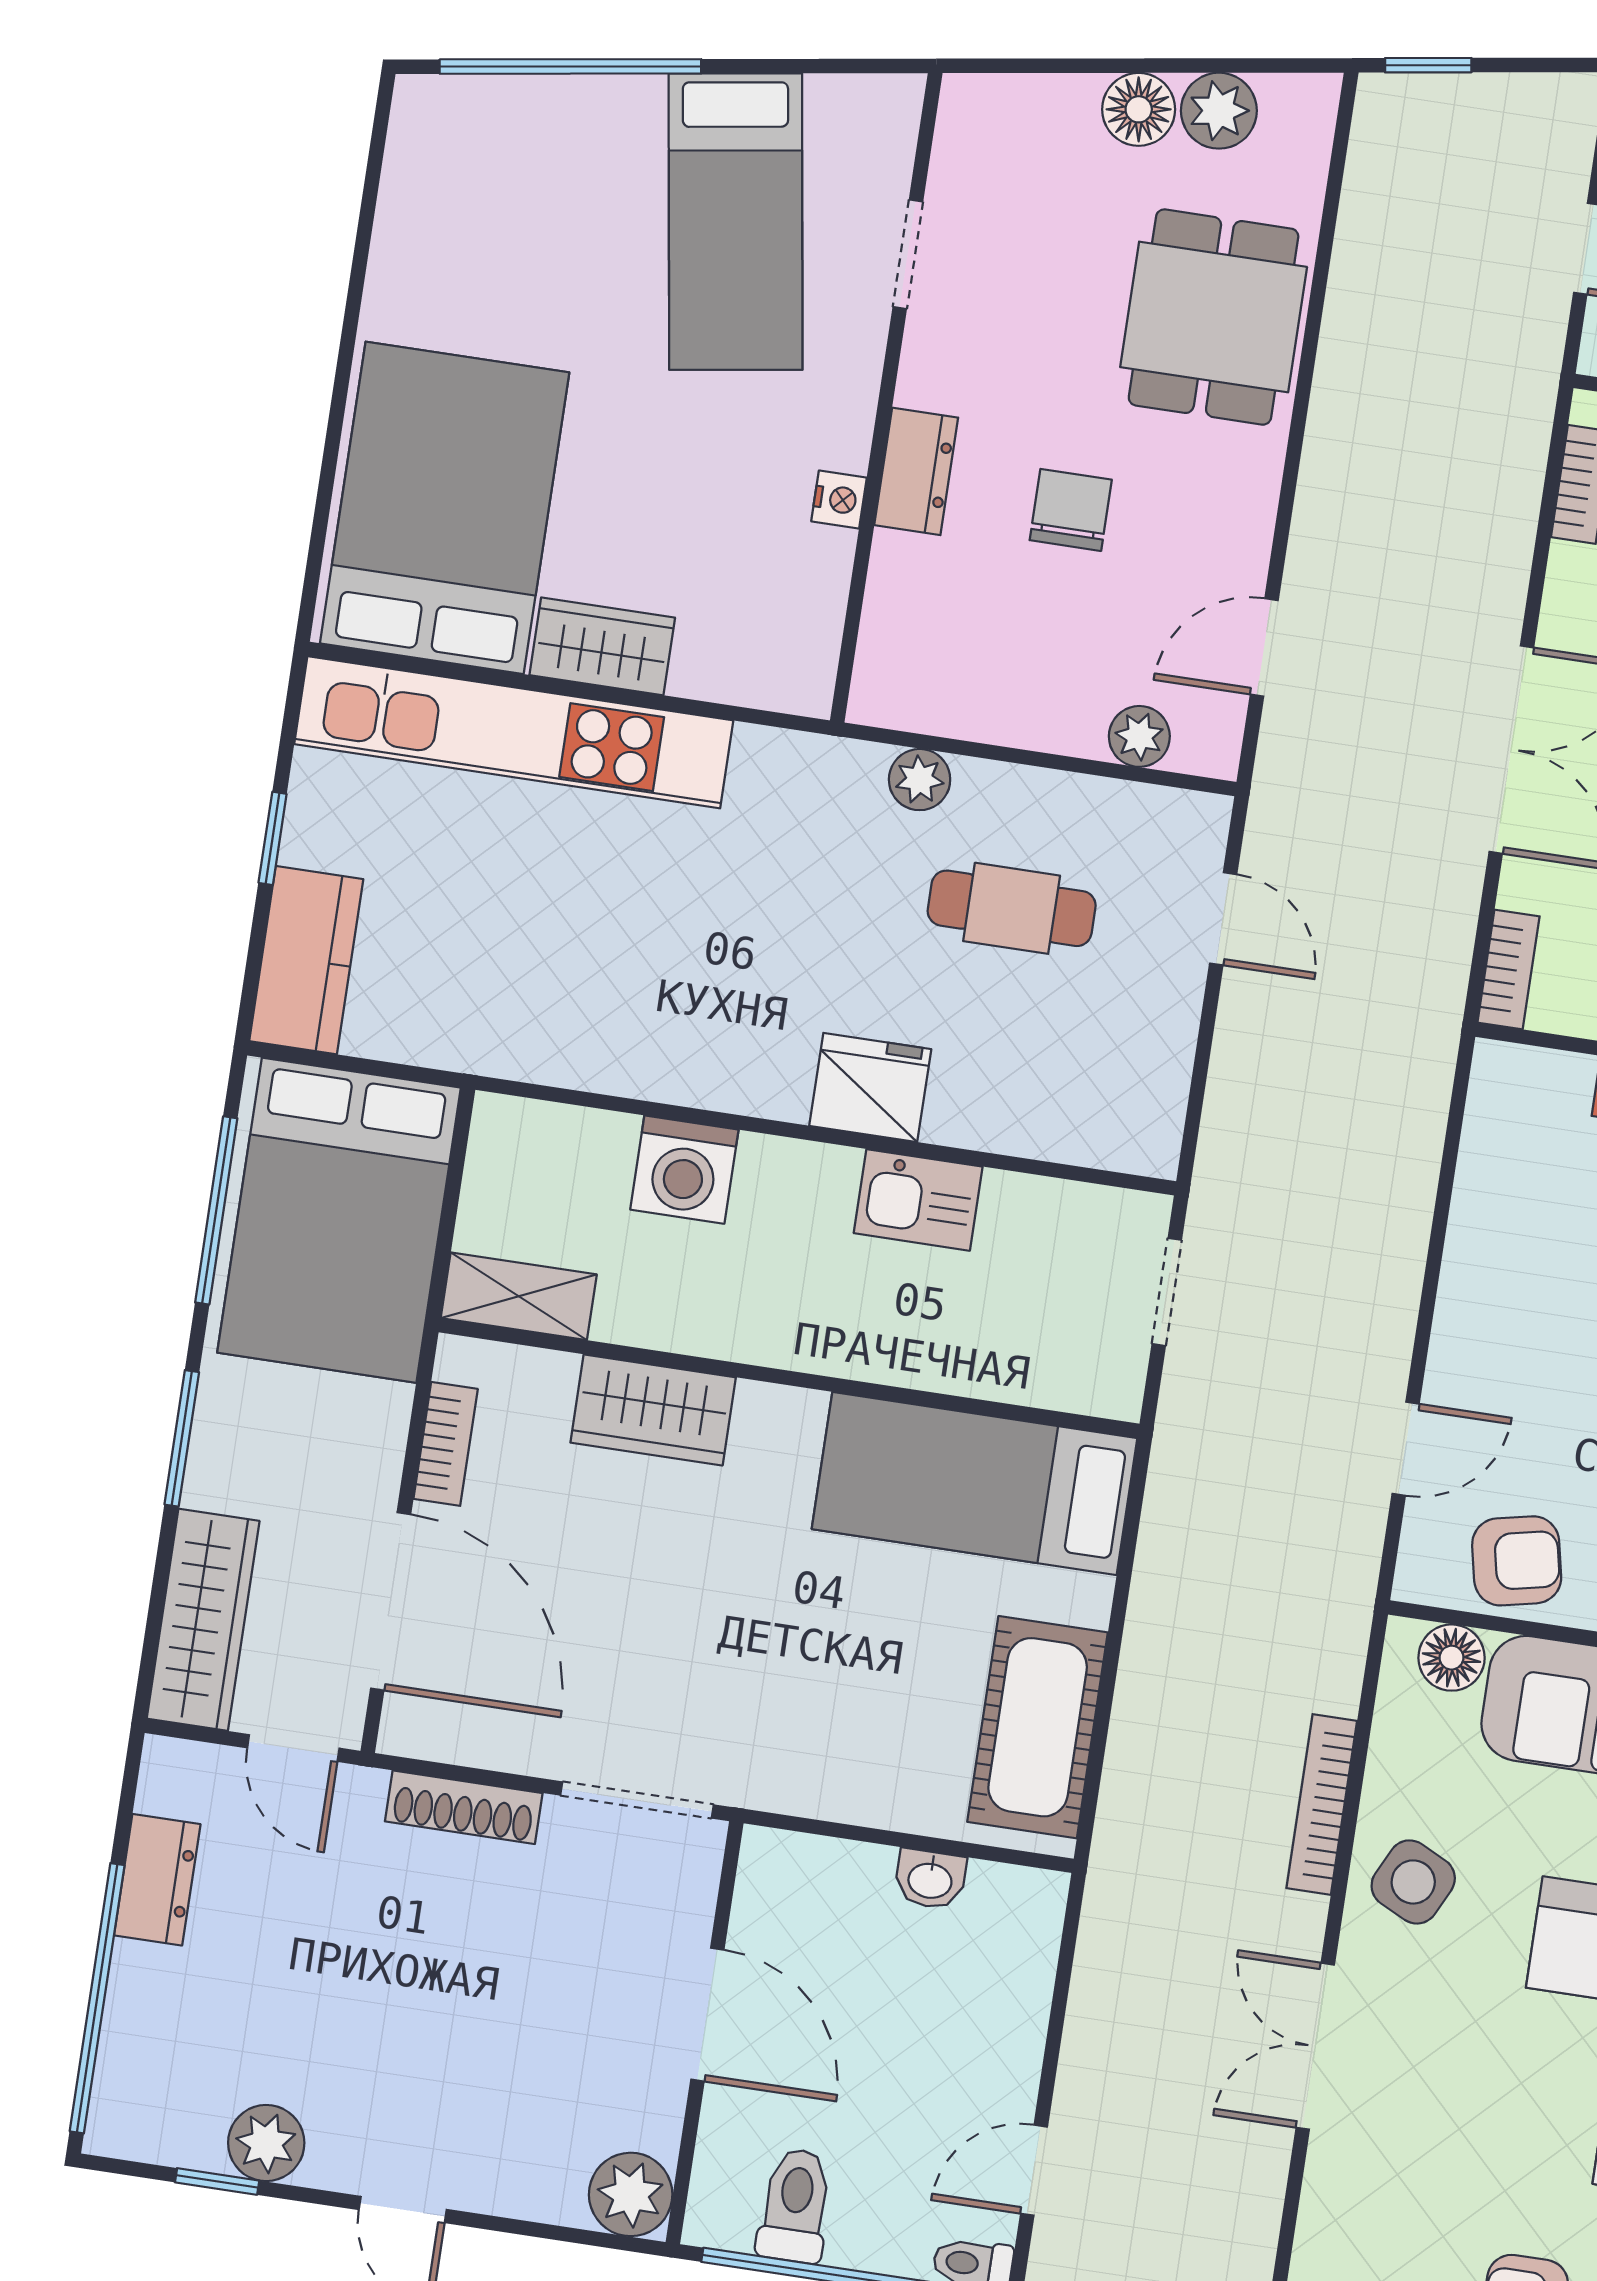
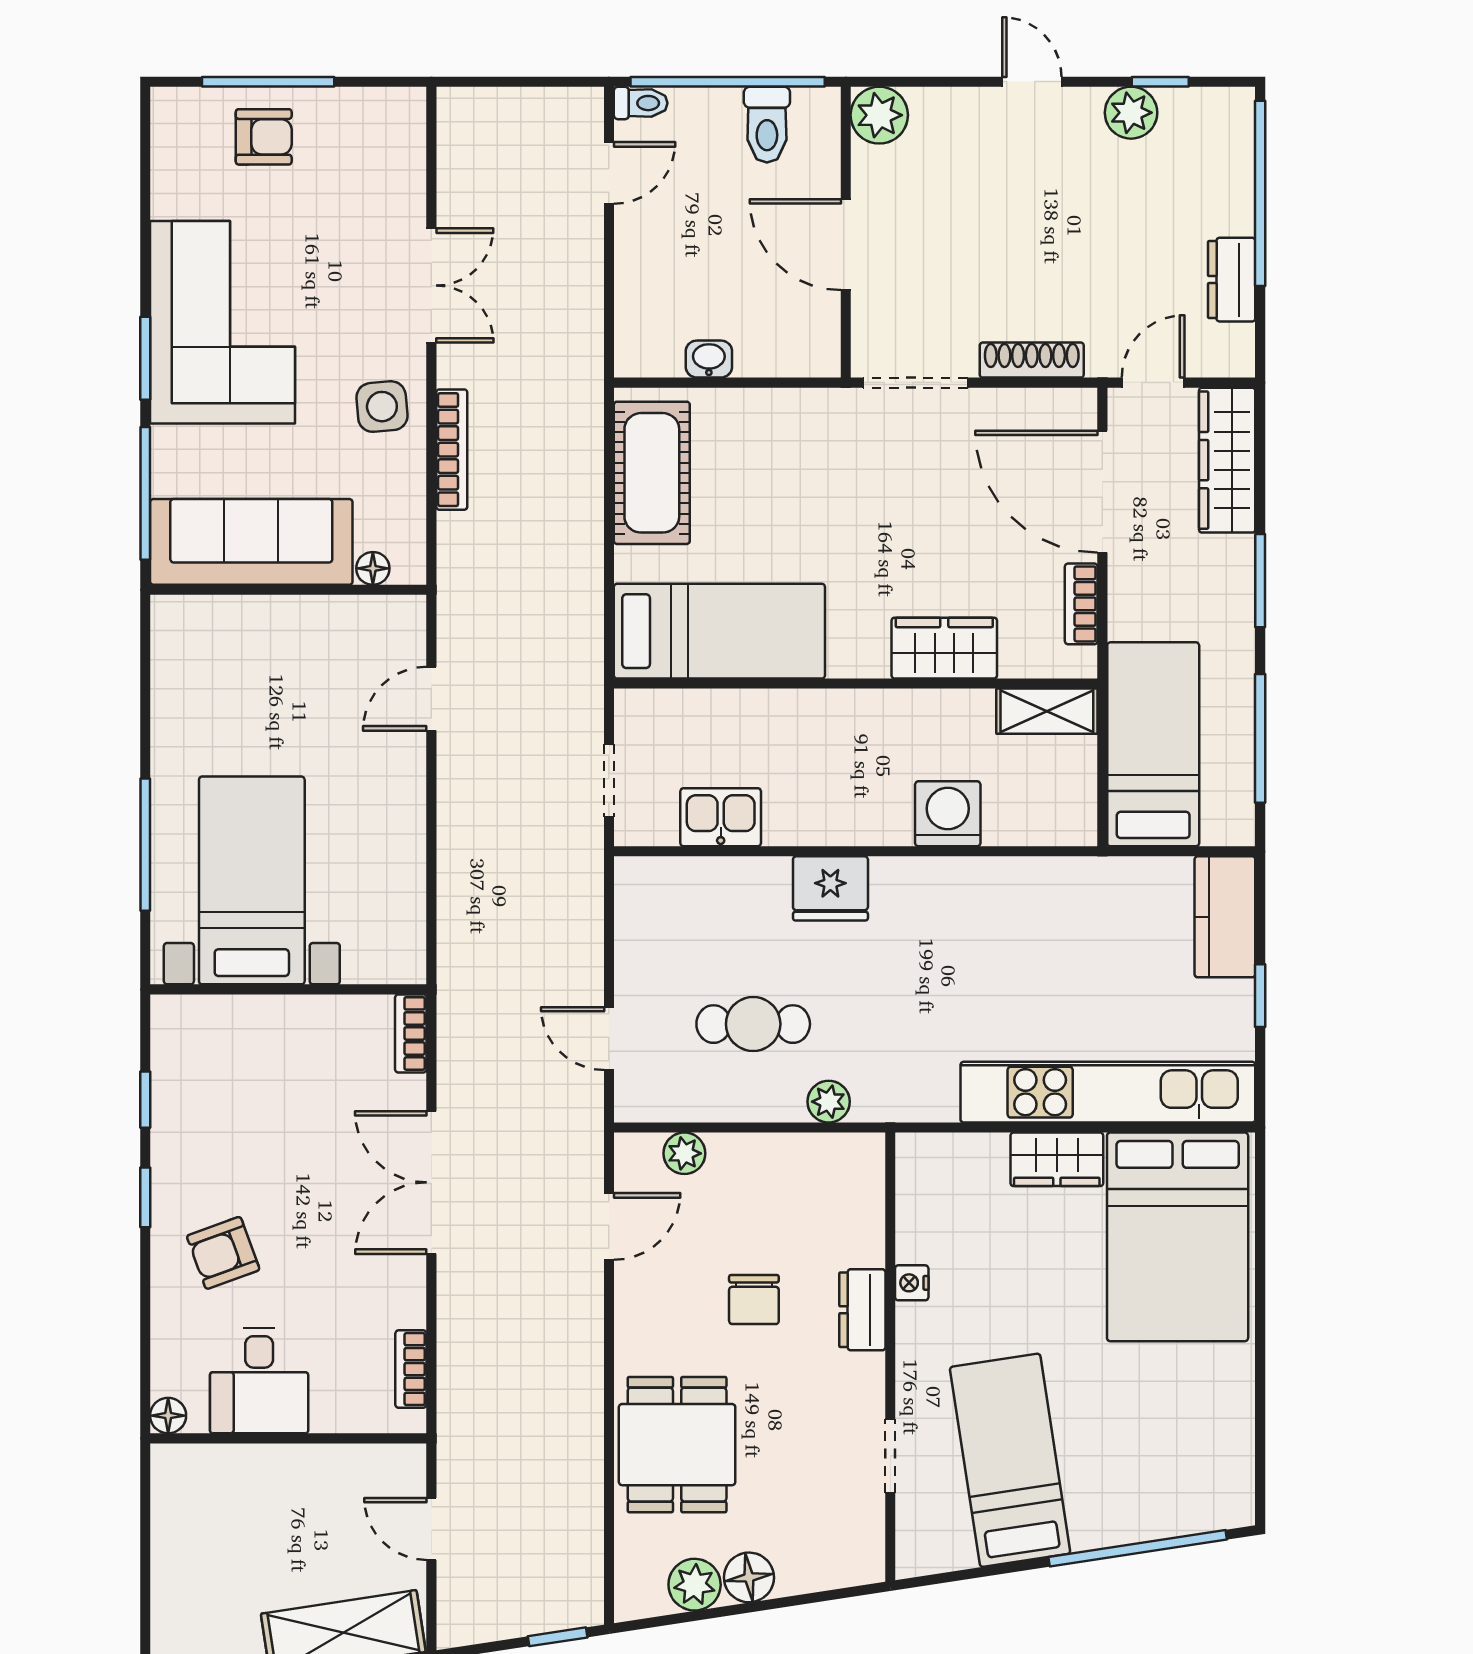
kitchen sink: (918, 1200) -> (721, 817), moved
bed: (339, 1220) -> (1153, 744), width x0.67
armchair: (1517, 1561) -> (345, 634), removed
floor lamp: (1452, 1658) -> (373, 568), width x0.73, depth x0.73
door: (293, 1748) -> (1153, 383), hinge flipped
side table: (1413, 1882) -> (382, 407), turned -31

